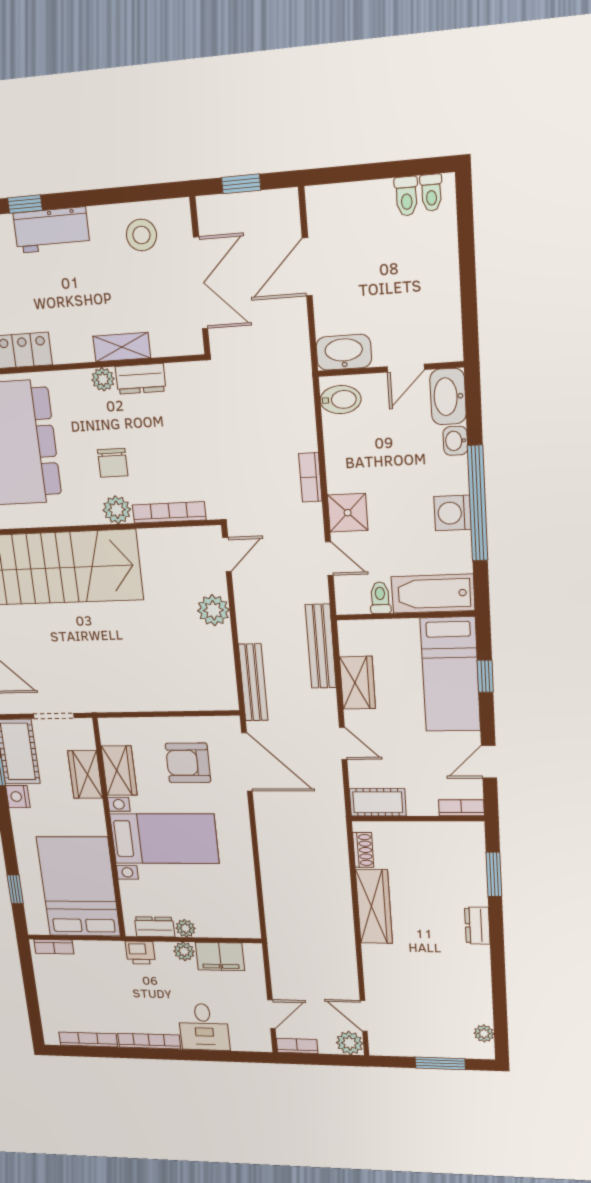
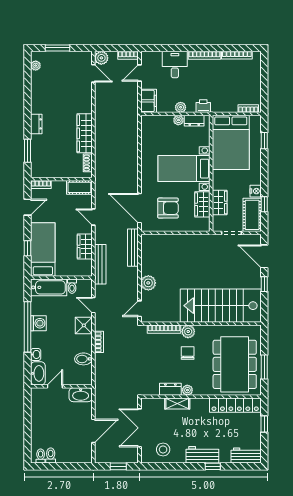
bidet: (341, 400) -> (83, 359), moved
filing cabinet: (220, 956) -> (149, 101), moved, turned 90

